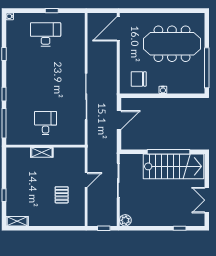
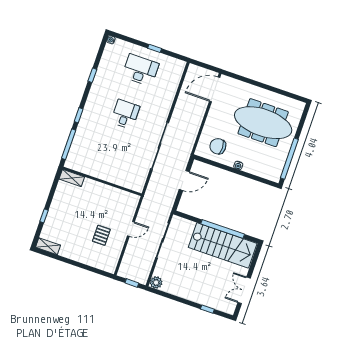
desk: (46, 123) -> (125, 114), moved
shelving: (42, 152) -> (72, 178), moved

